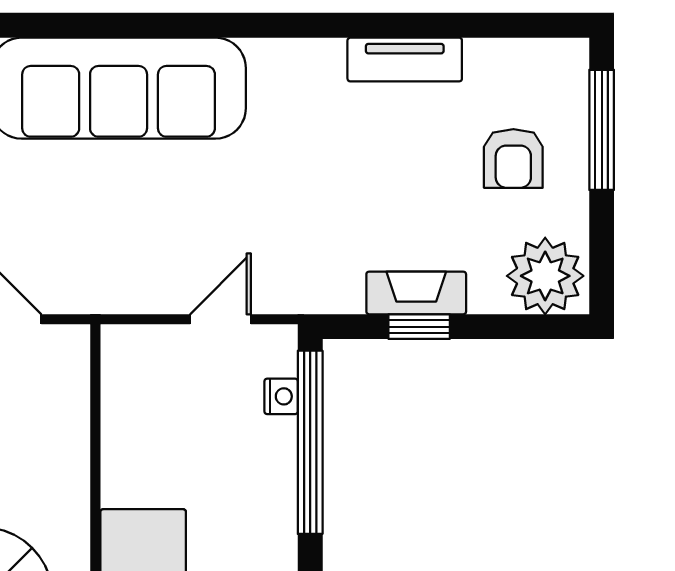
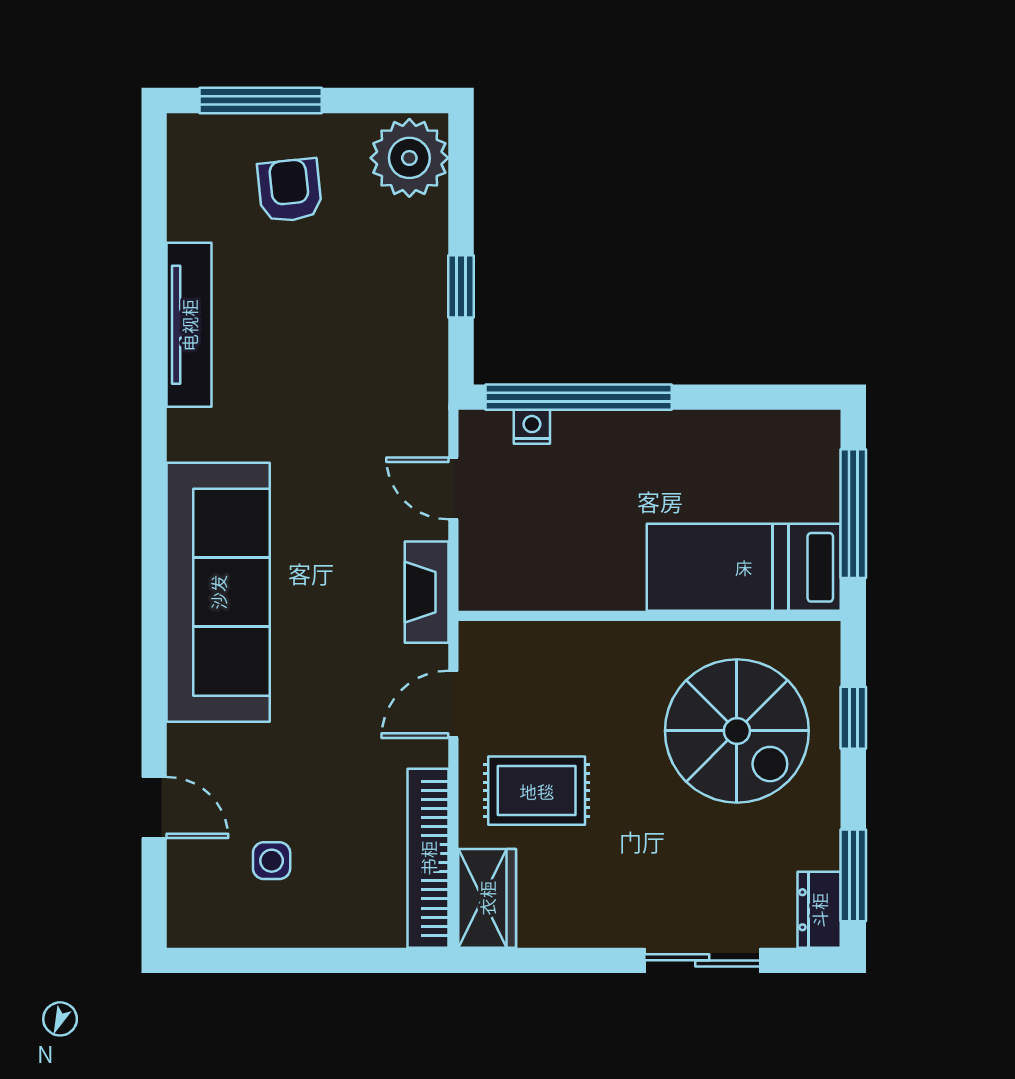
tv unit: (405, 60) -> (189, 325), width x1.41
armchair: (513, 158) -> (290, 190), turned -96
fireplace: (416, 293) -> (427, 592), moved

